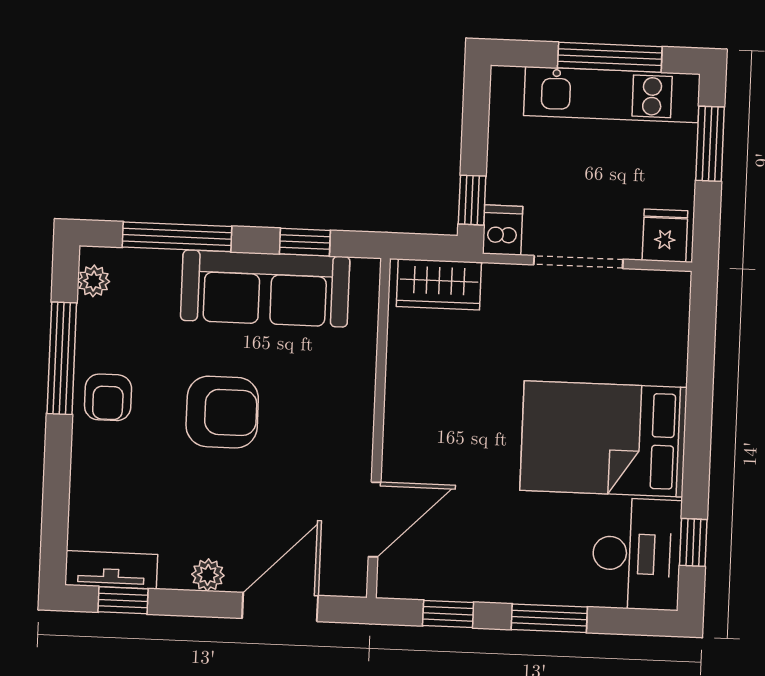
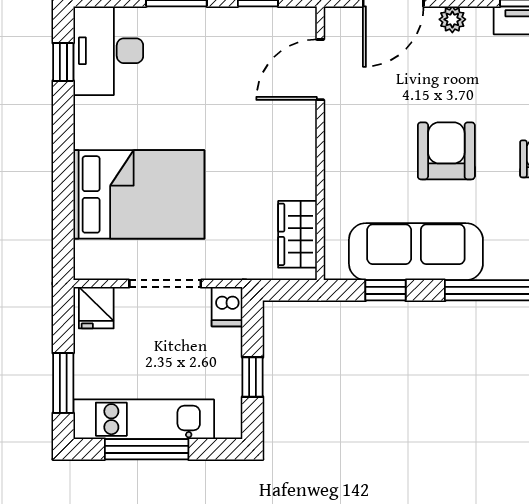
window: (472, 200) -> (253, 377), moved
wardrobe: (439, 284) -> (297, 234), moved, turned -90
armchair: (222, 412) -> (446, 151), turned 90
bed: (603, 439) -> (139, 194), moved

